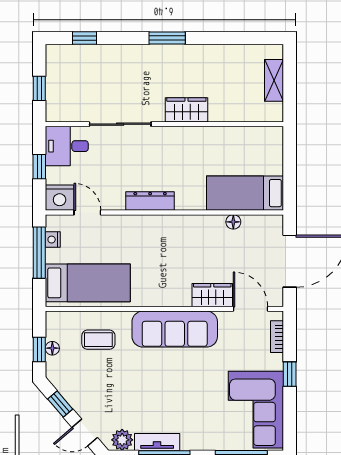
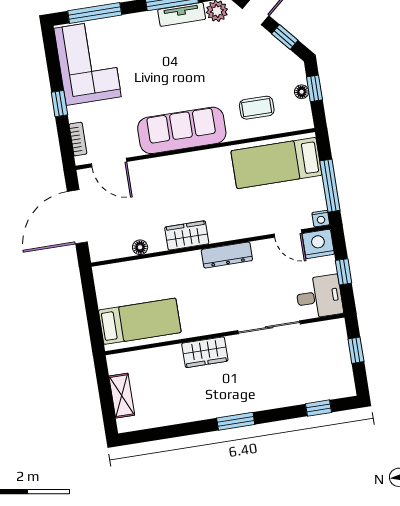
bed: (245, 193) -> (140, 321), moved
nightstand: (53, 240) -> (321, 219), moved, turned 90
wardrobe: (212, 295) -> (187, 235), moved, turned 180

